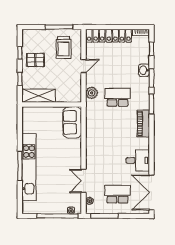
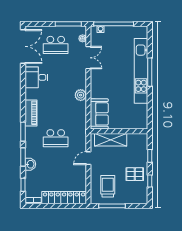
door: (84, 66) -> (88, 158), moved
plant: (92, 93) -> (81, 95), moved
shelving: (39, 96) -> (111, 140), moved

